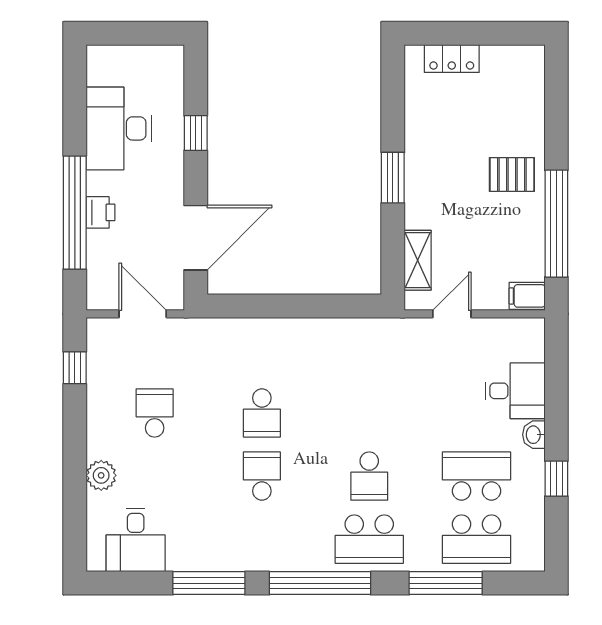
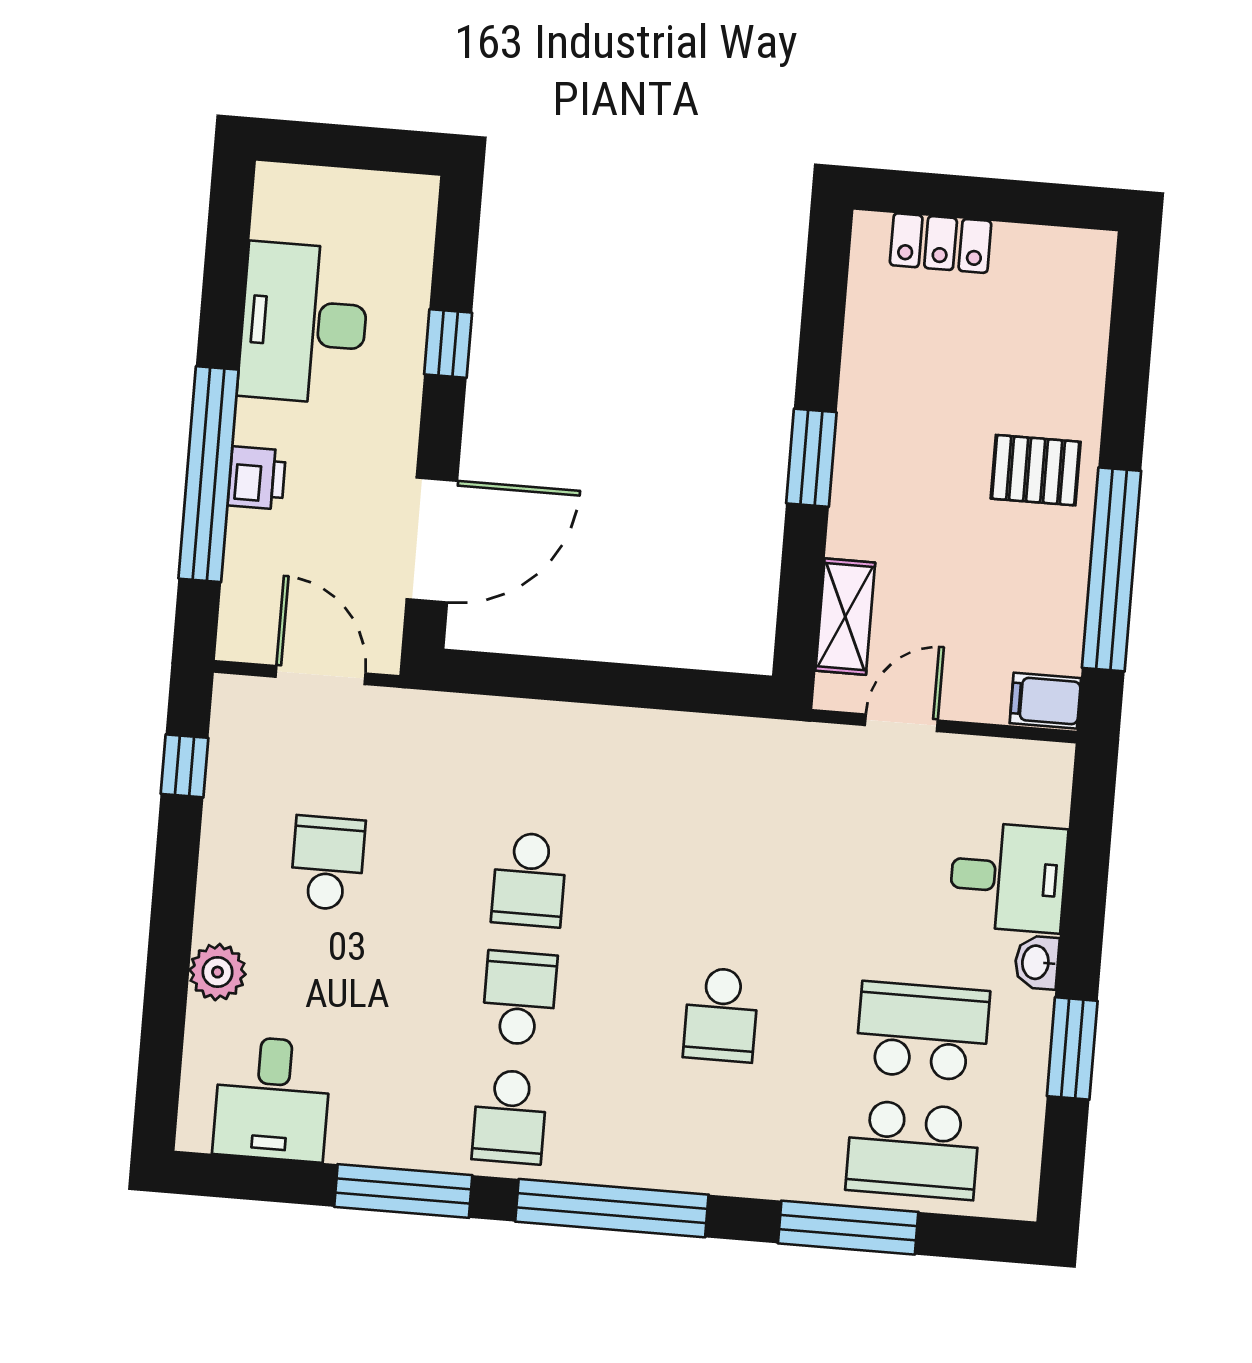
window: (556, 479) -> (1072, 1048), width x1.50
school desk: (369, 539) -> (510, 1117), moved, width x0.54

